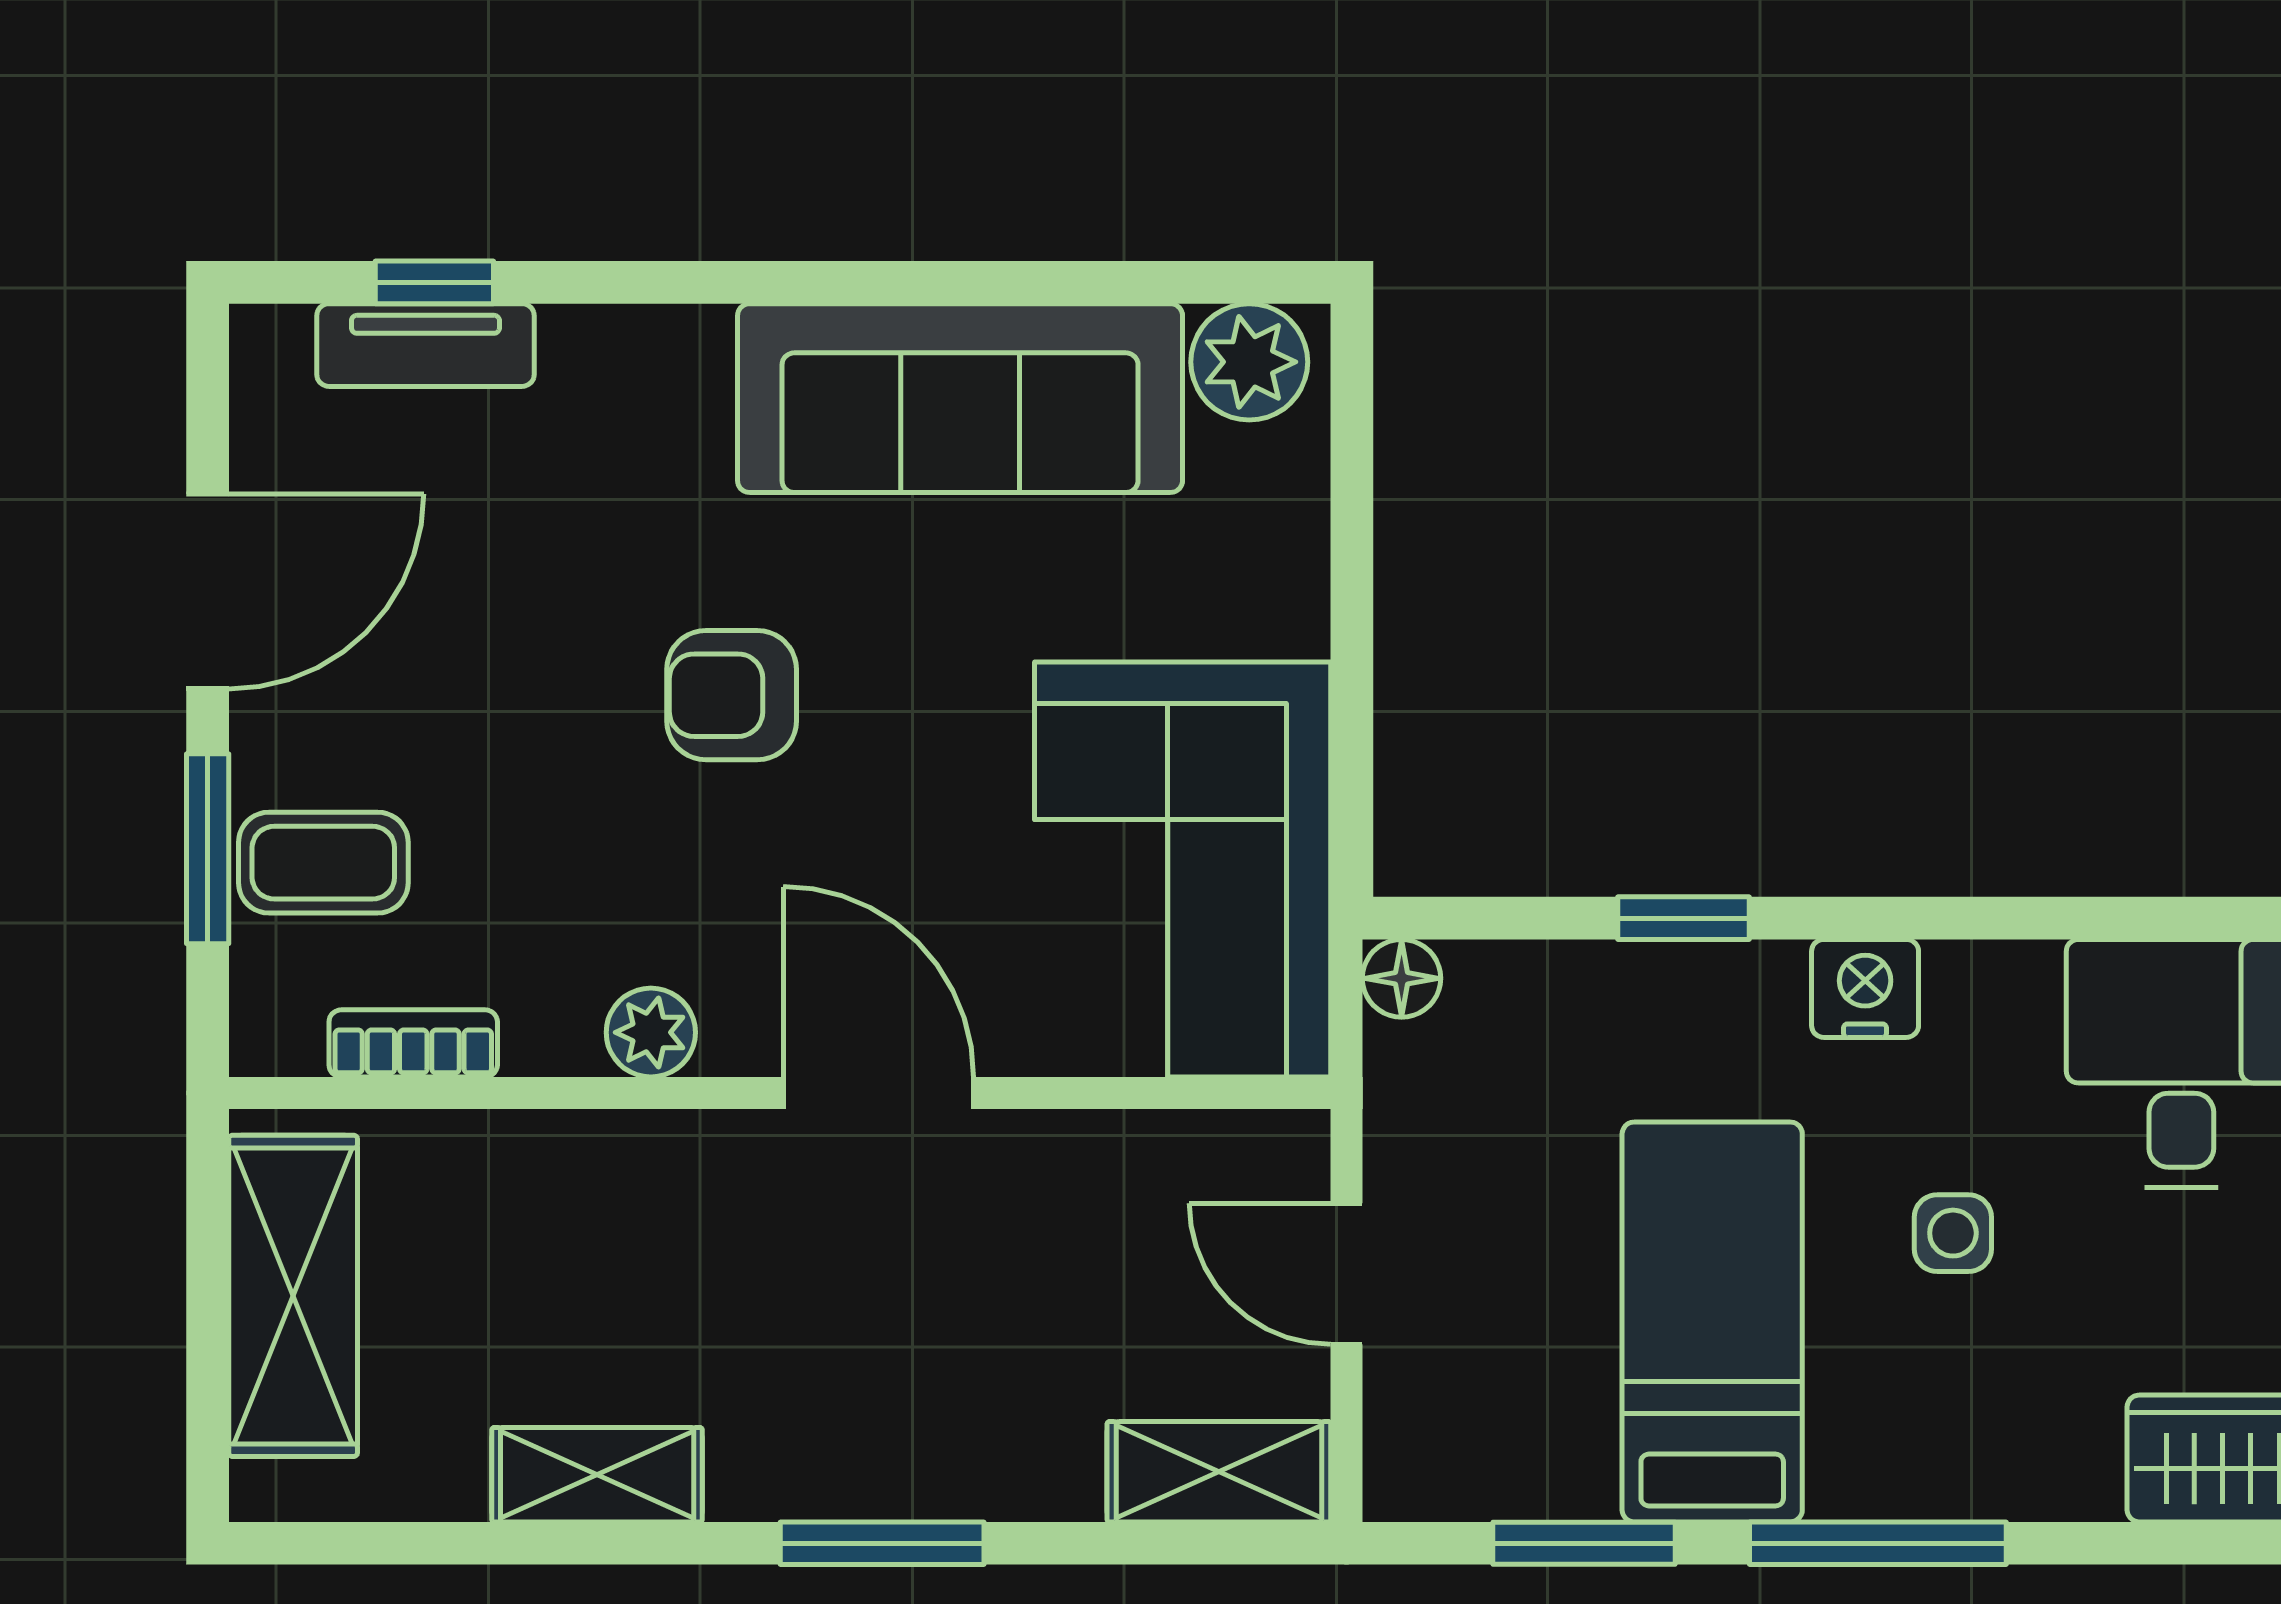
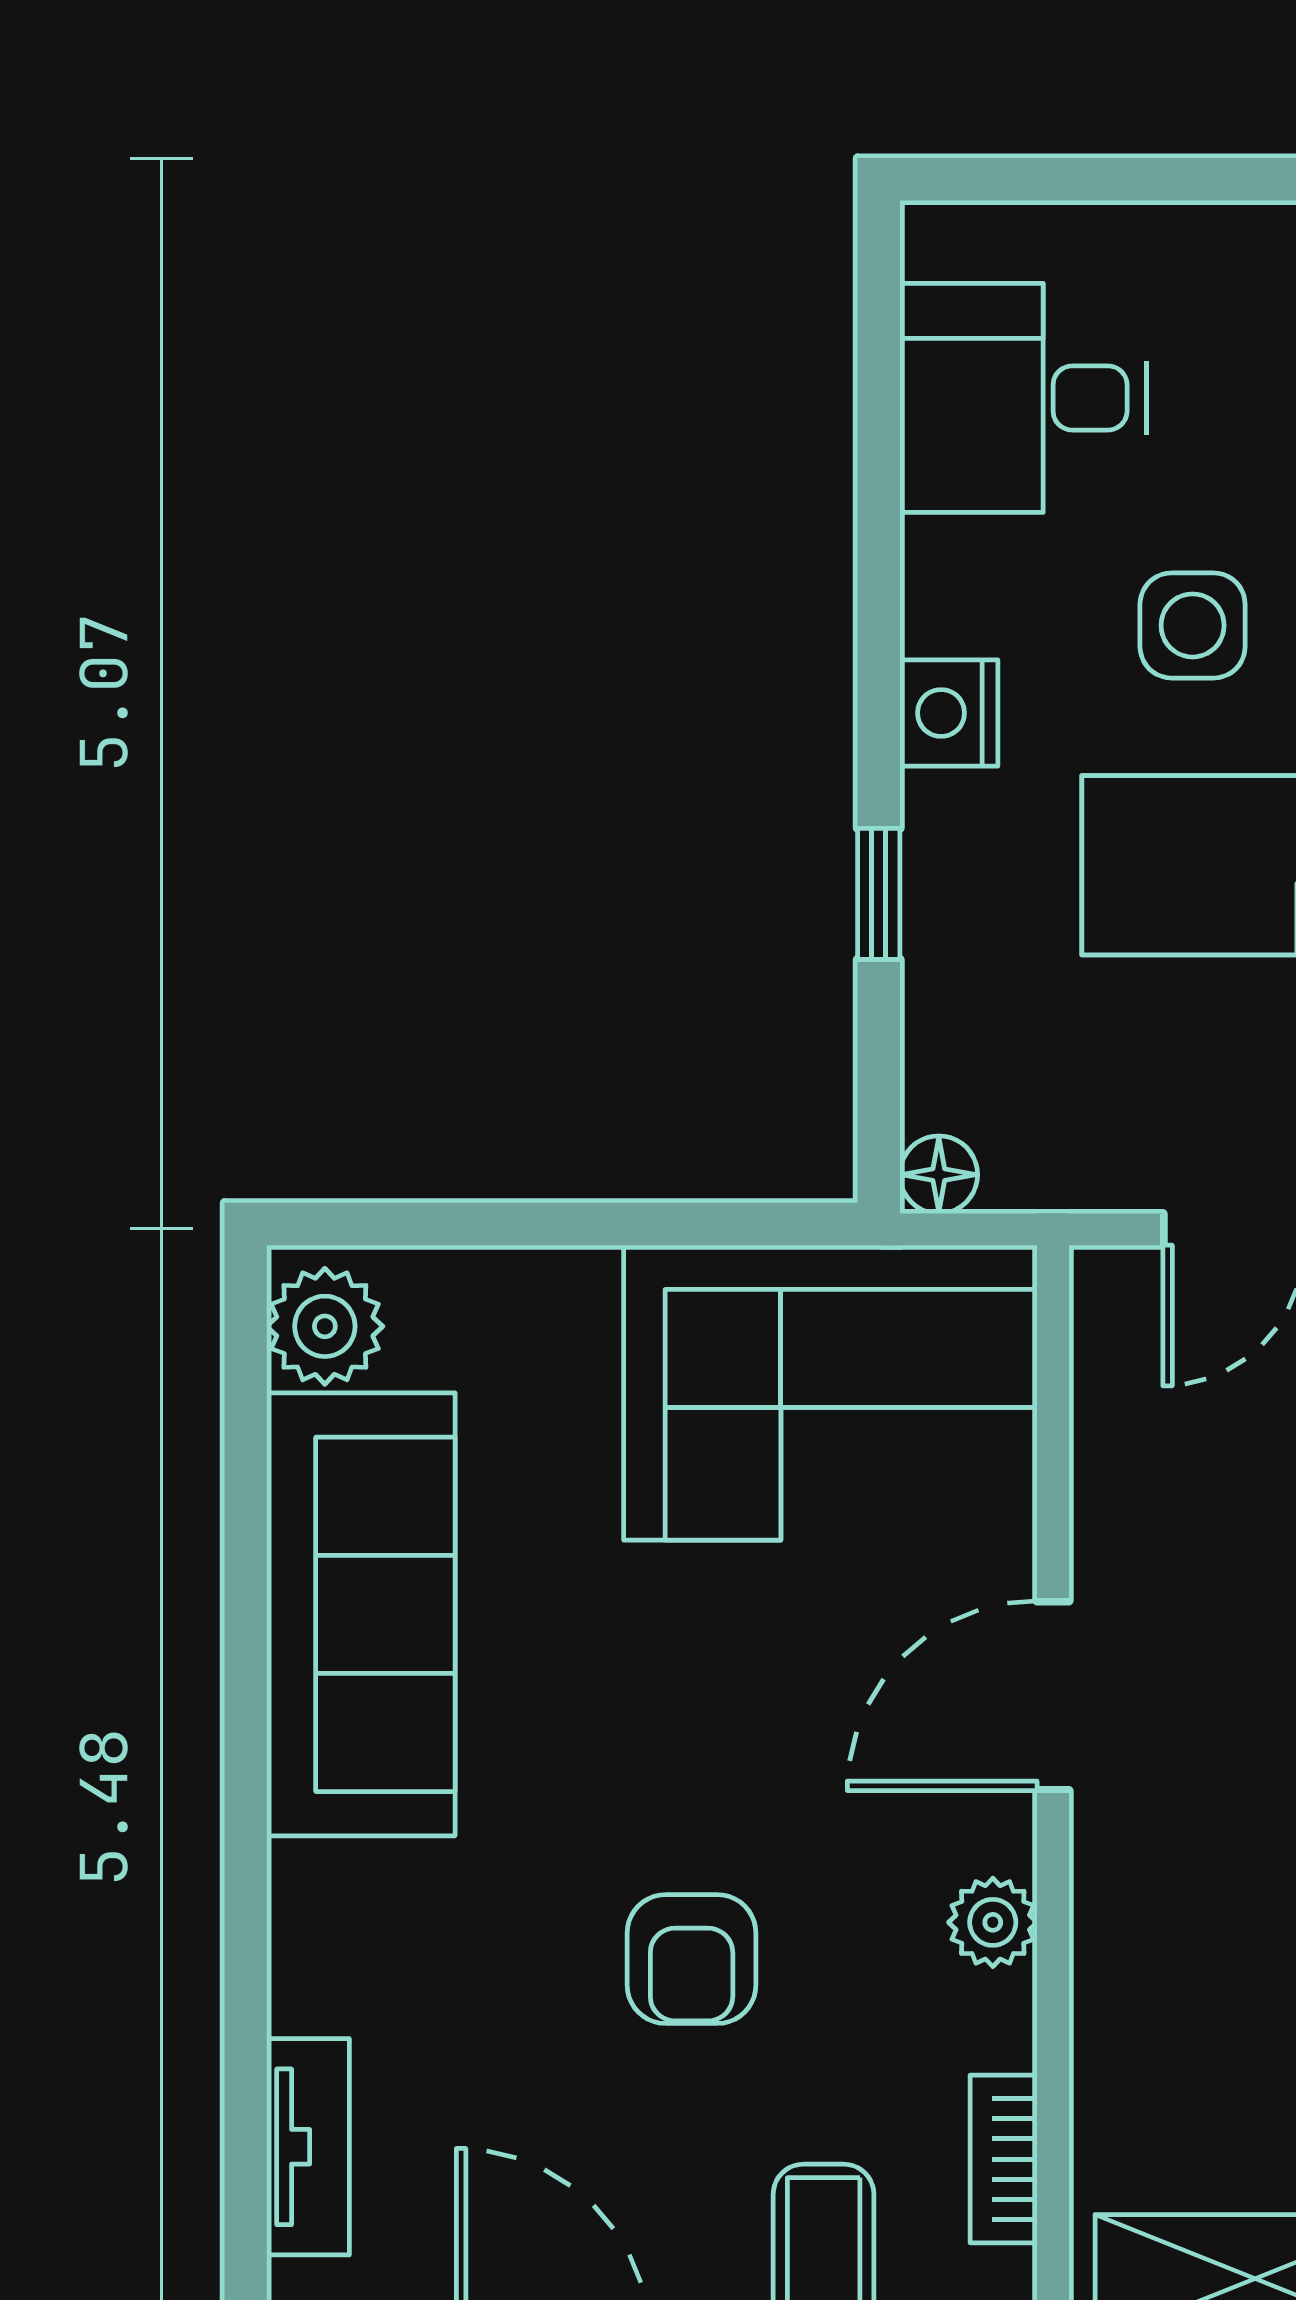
window: (434, 282) -> (246, 2138), removed
armchair: (732, 695) -> (692, 1959), moved
side table: (1953, 1233) -> (1193, 625), width x1.37, depth x1.37

